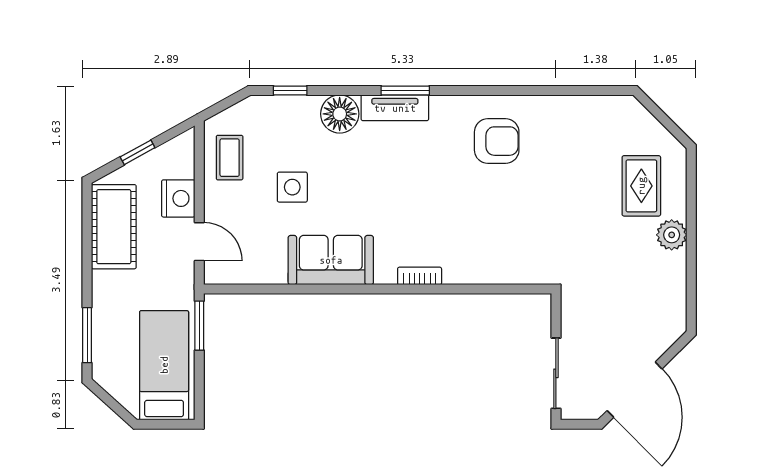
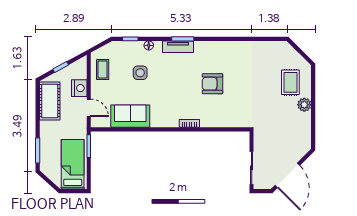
floor lamp: (340, 114) -> (149, 45), width x0.53, depth x0.53
armchair: (497, 141) -> (212, 84), moved, turned 180
side table: (292, 187) -> (140, 73), moved
sofa: (331, 260) -> (130, 116), moved

